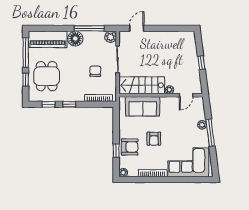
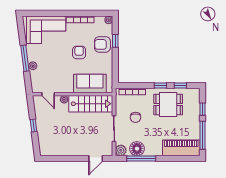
floor lamp: (75, 39) -> (137, 149), moved
dining table: (47, 76) -> (168, 105), moved, turned 90
door: (186, 95) -> (48, 94), swing flipped

